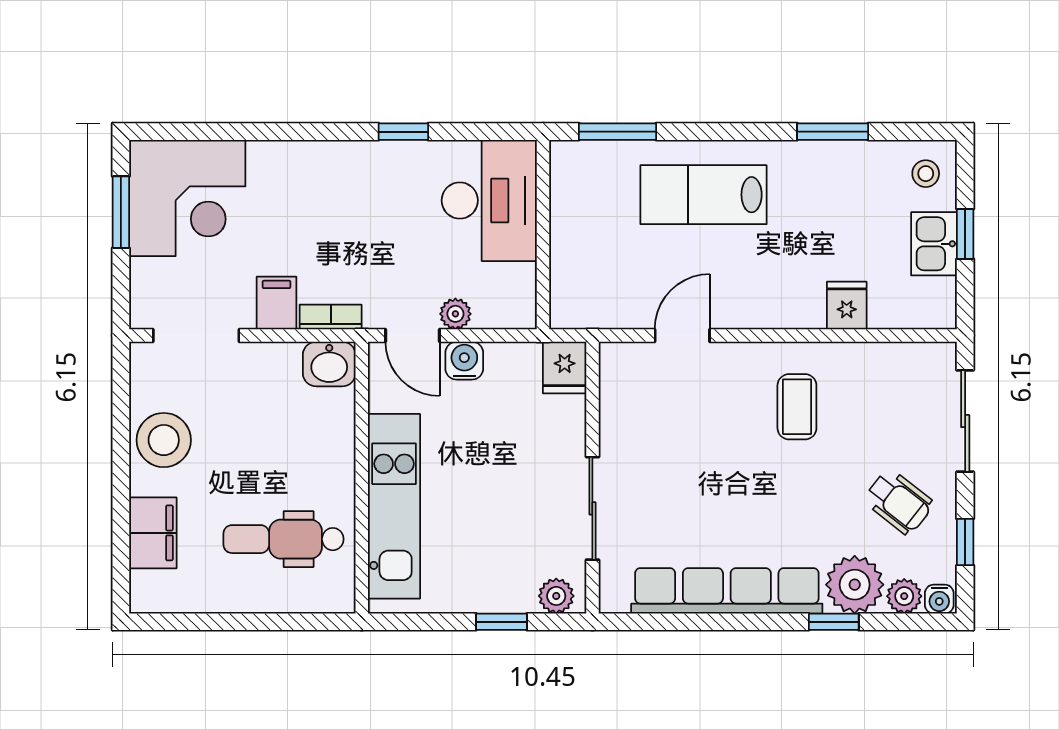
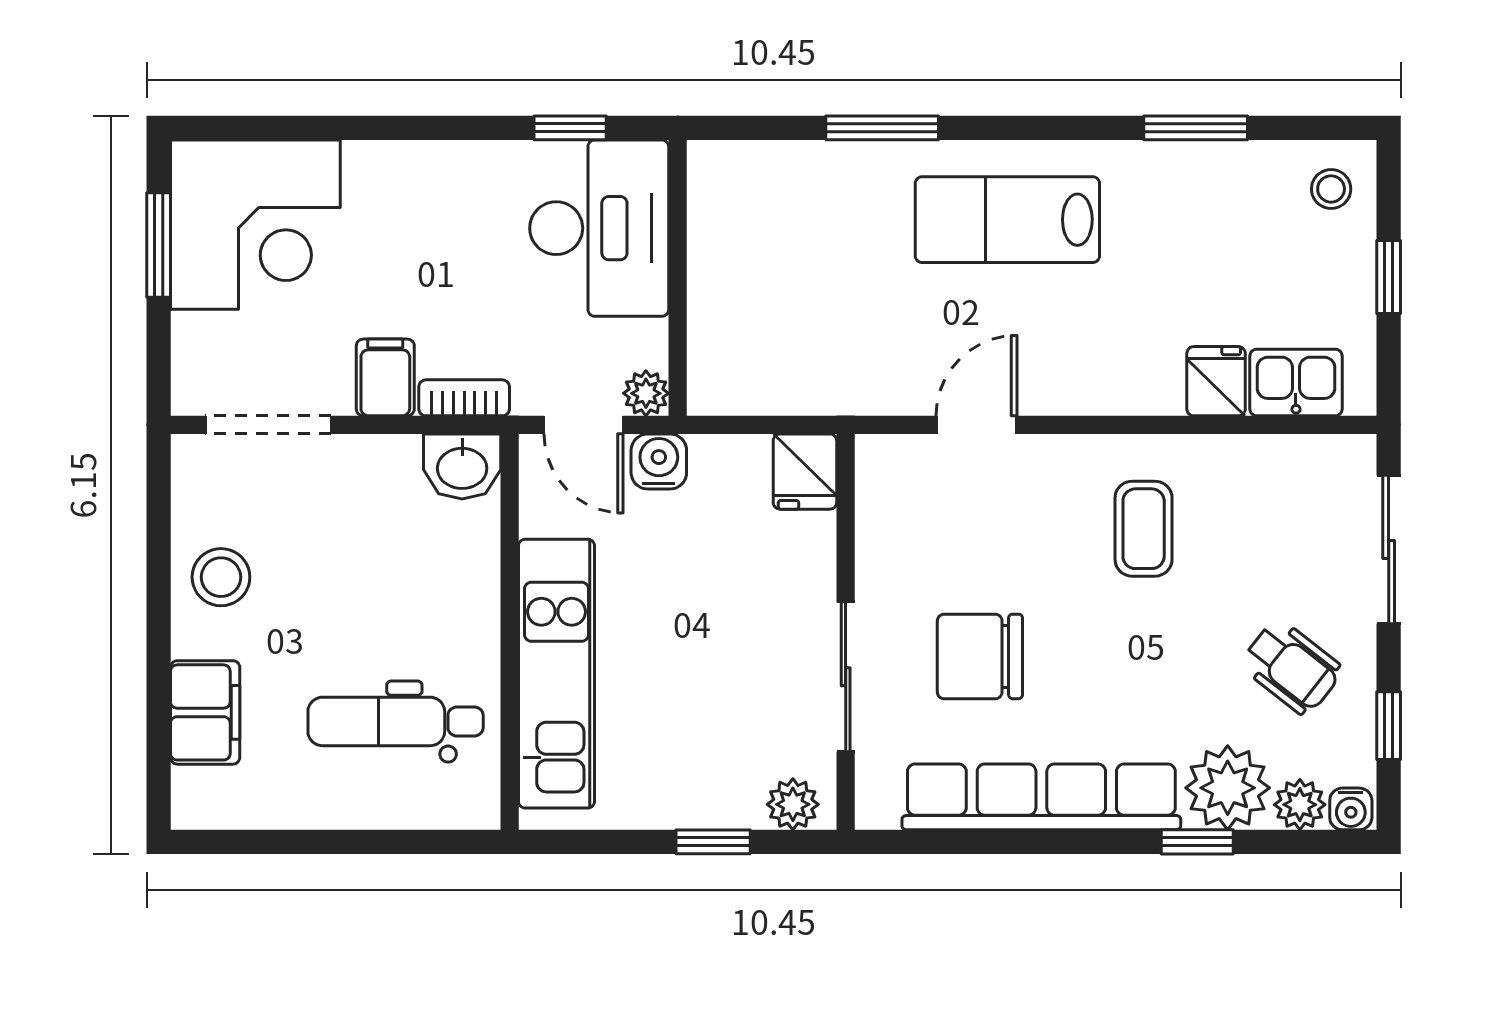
desk: (489, 200) -> (599, 228), moved
wall: (543, 235) -> (678, 278), moved
kitchen sink: (934, 244) -> (1296, 382), moved, turned 90
stool: (164, 440) -> (221, 577), width x0.73, depth x0.73
chair: (685, 494) -> (980, 656), added

